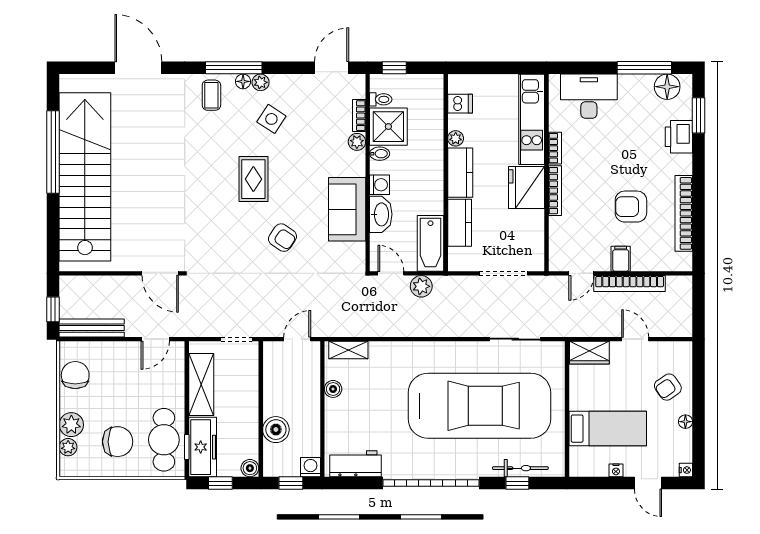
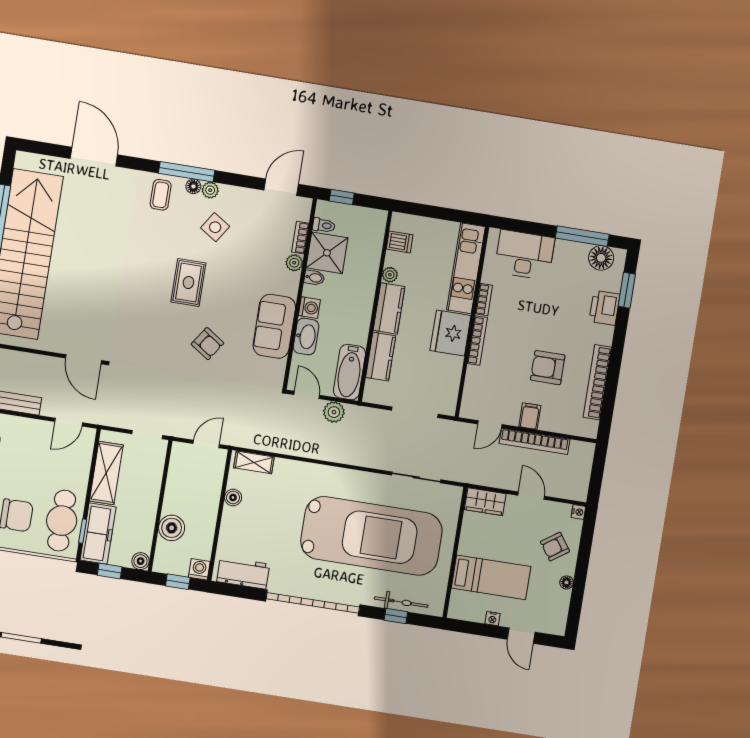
nightstand: (686, 470) -> (578, 512), moved

